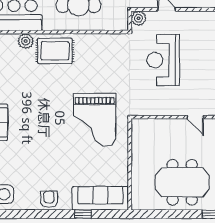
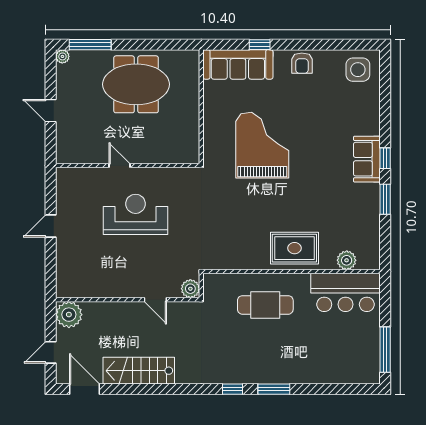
plant: (26, 41) -> (347, 260), moved
reception desk: (163, 60) -> (136, 214), moved, turned -90
grand piano: (95, 120) -> (262, 145), moved

